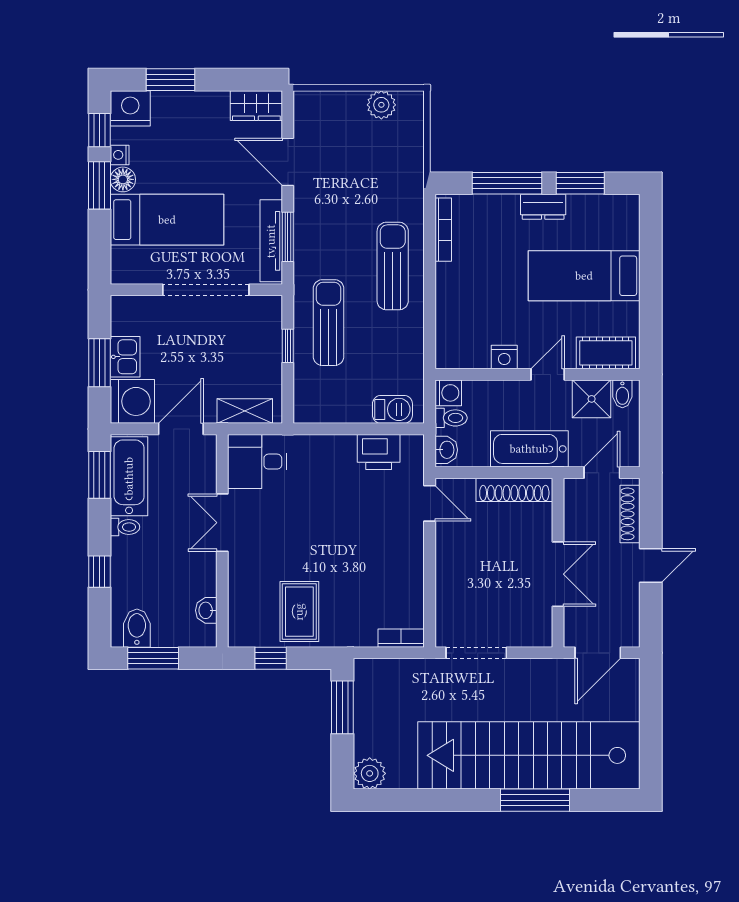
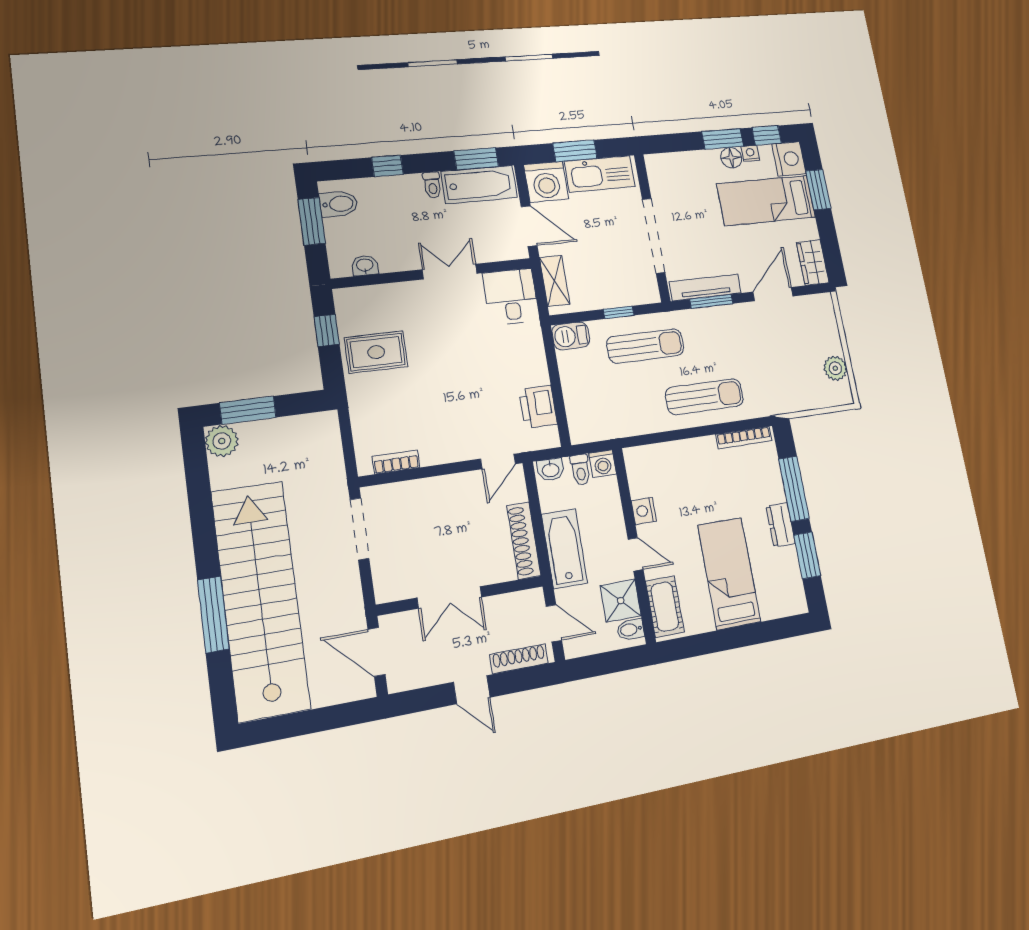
bed: (167, 220) -> (766, 201), moved, turned 90
kitchen sink: (125, 357) -> (600, 174), width x1.88, depth x1.24
barbecue: (392, 409) -> (571, 336), moved, turned 90
bookcase: (401, 638) -> (396, 462), moved, turned -90
window: (342, 707) -> (248, 410), moved

